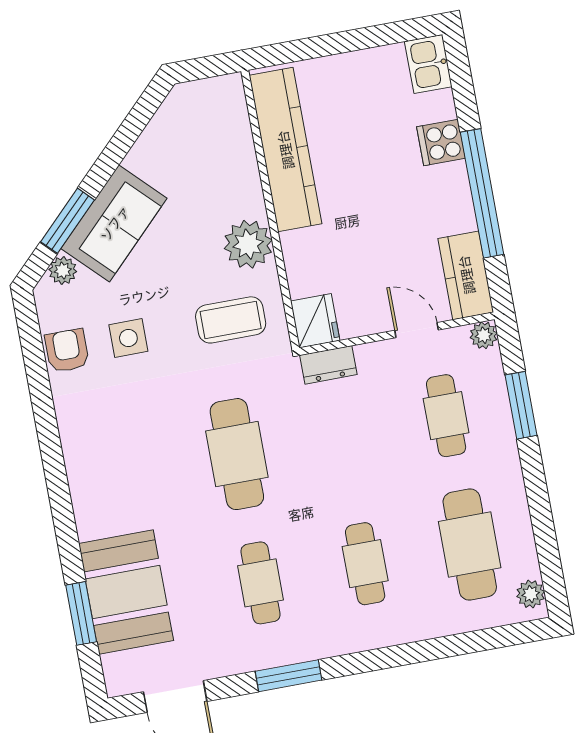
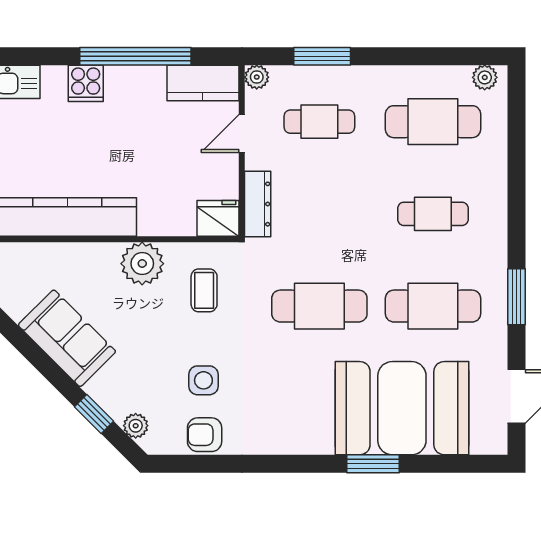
window: (67, 221) -> (94, 414), width x0.67
sofa: (114, 223) -> (67, 338), moved
coffee table: (231, 320) -> (204, 290), width x0.73, depth x0.77
dresser: (328, 365) -> (258, 204), width x1.44
cafe table: (260, 583) -> (433, 306), width x1.37, depth x1.35
booth: (126, 592) -> (402, 408), width x1.36, depth x1.42
window: (81, 613) -> (373, 464), moved

